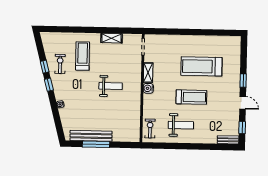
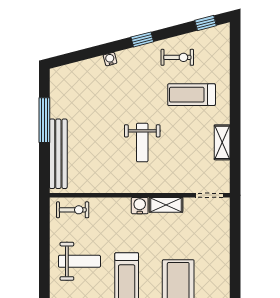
treadmill: (83, 56) -> (192, 95), turned 180
window: (45, 67) -> (206, 23), moved
weight bench: (181, 125) -> (79, 261), turned -90
bench: (91, 136) -> (58, 154), moved

